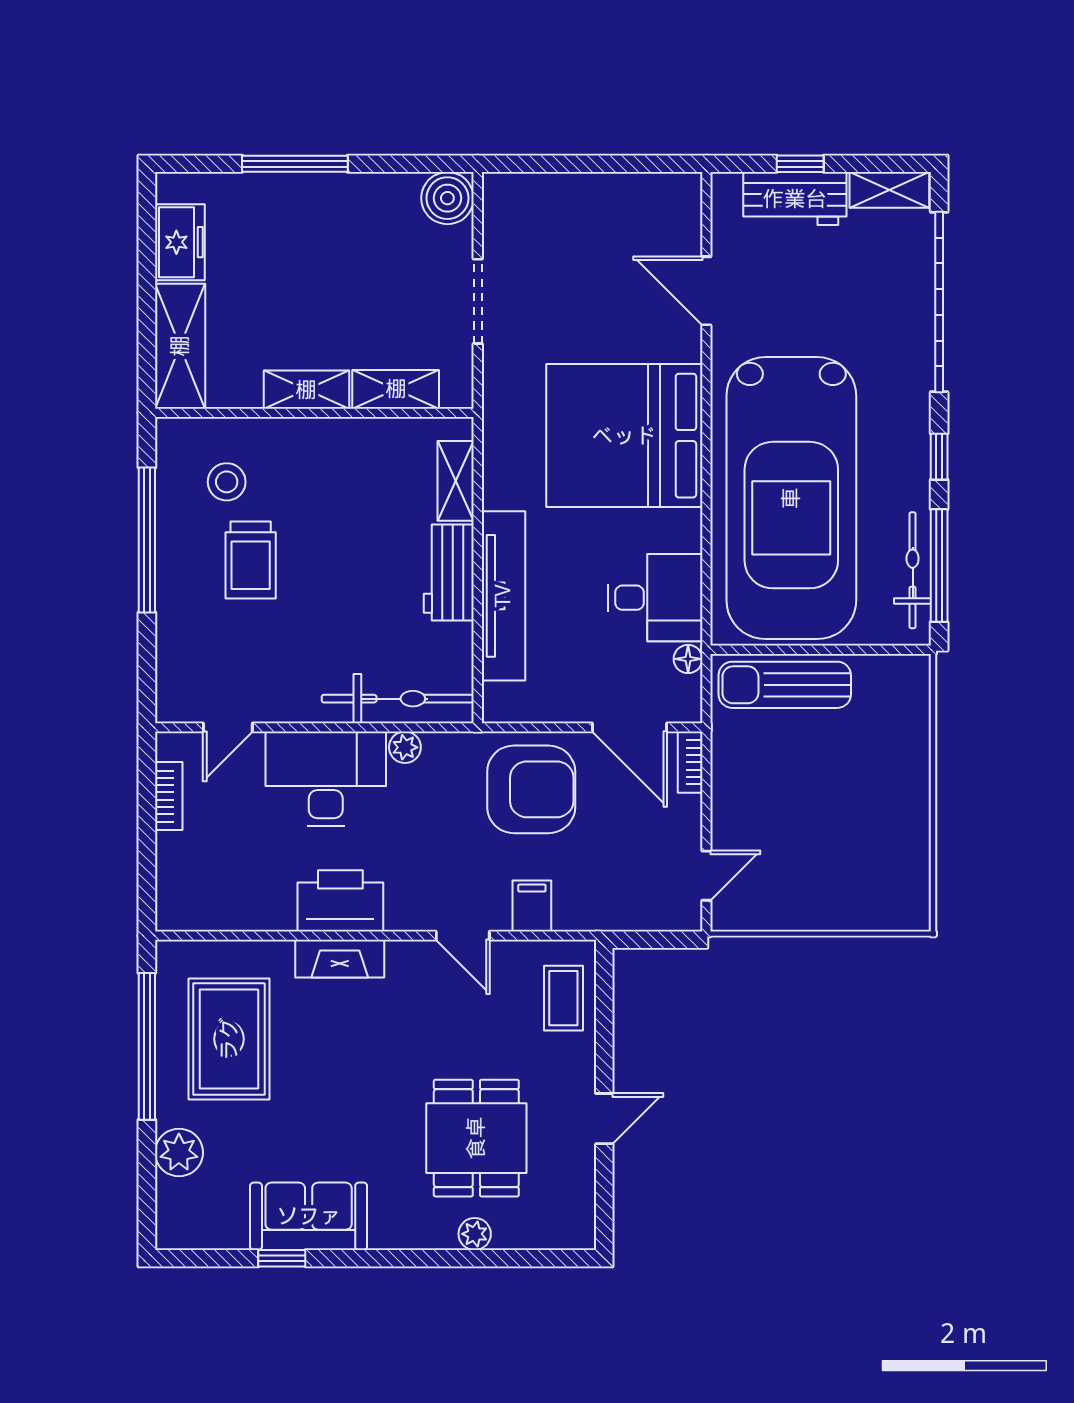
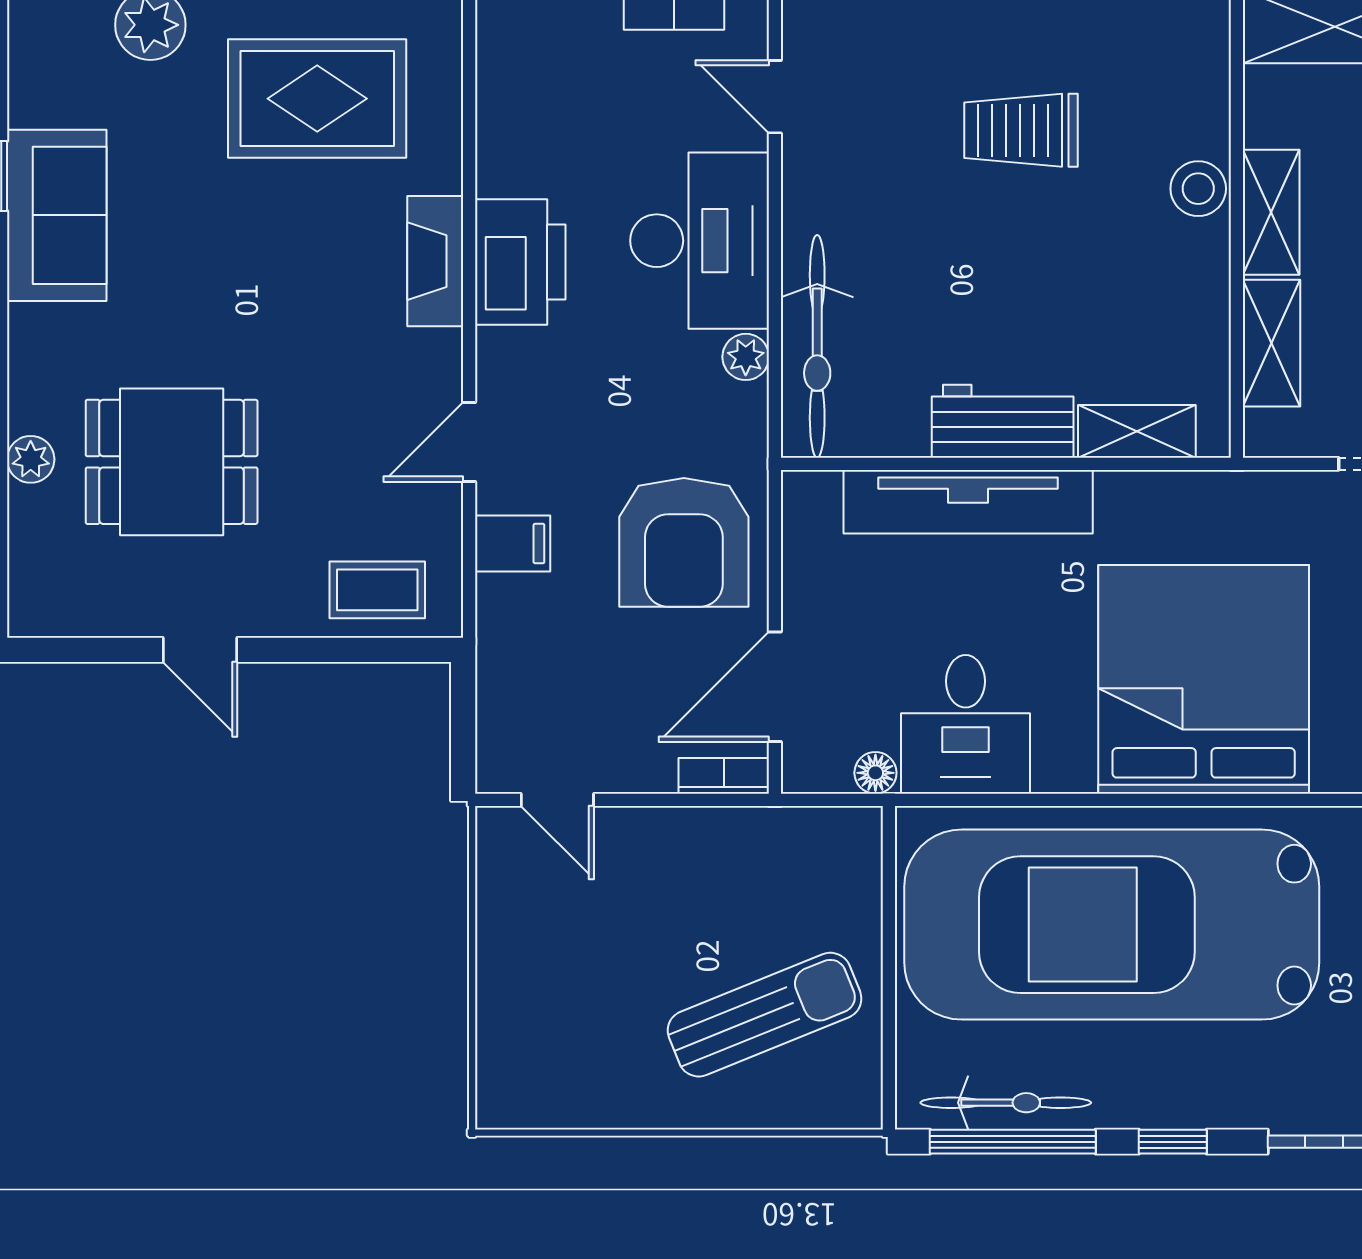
stool: (227, 482) -> (1198, 189), moved
sun lounger: (785, 685) -> (765, 1015), moved, turned 68

